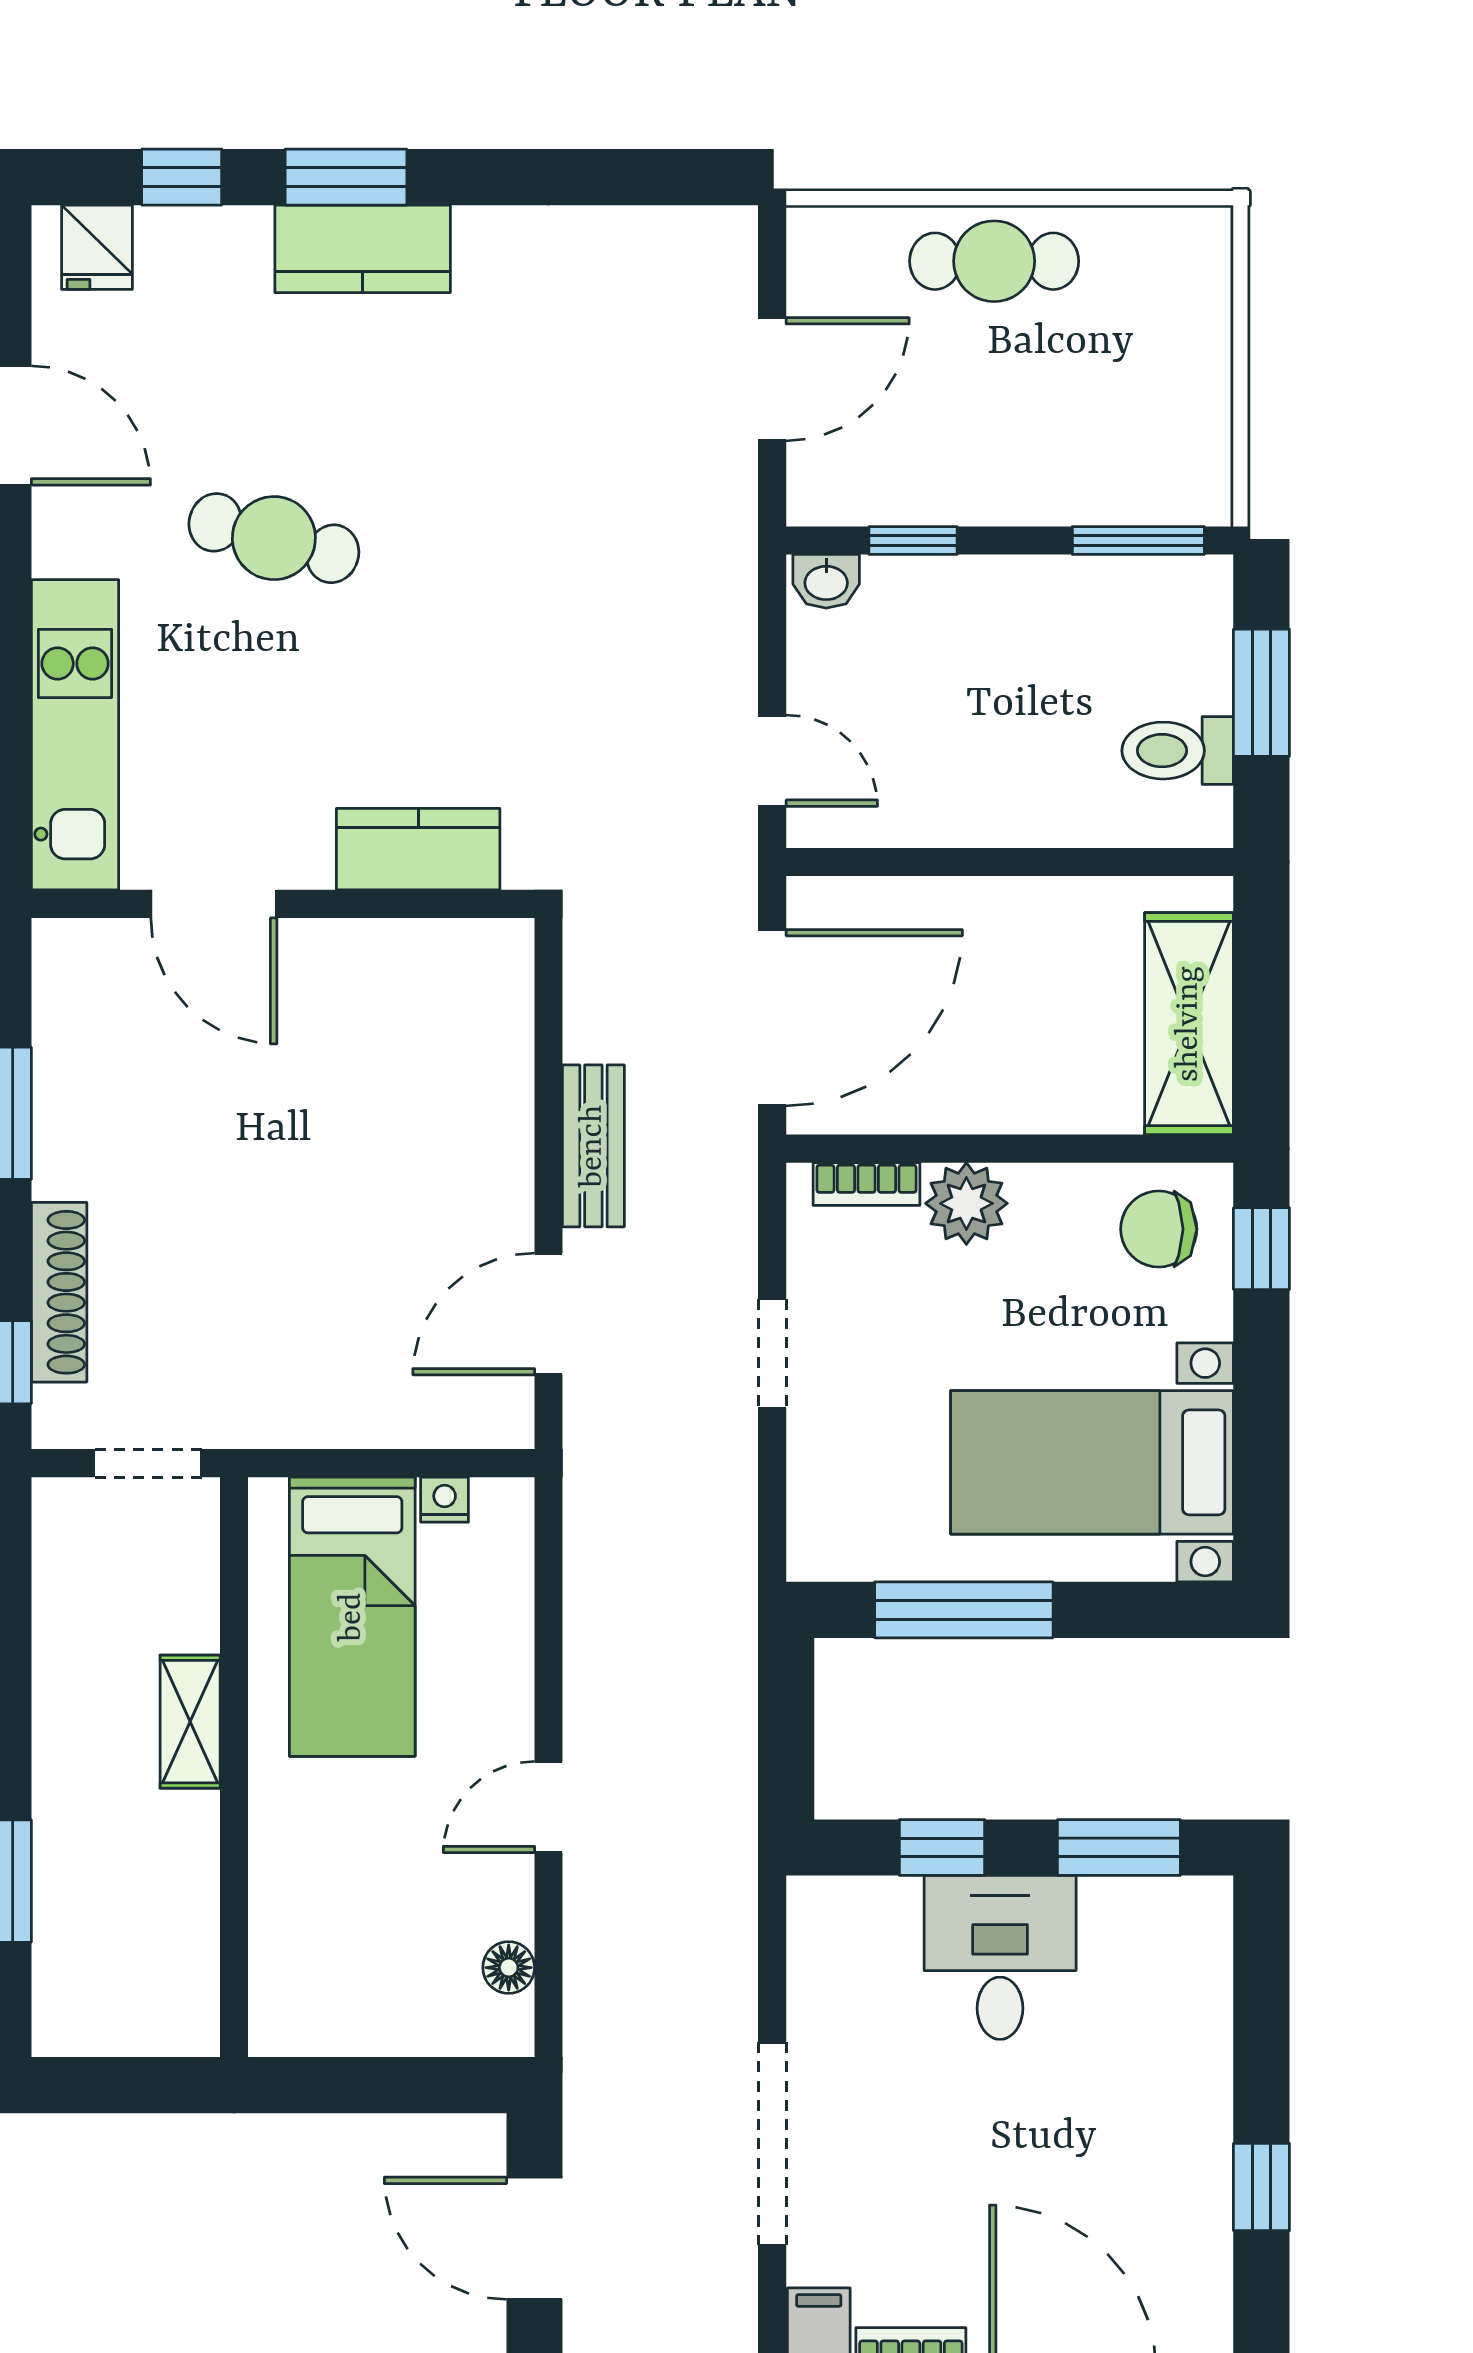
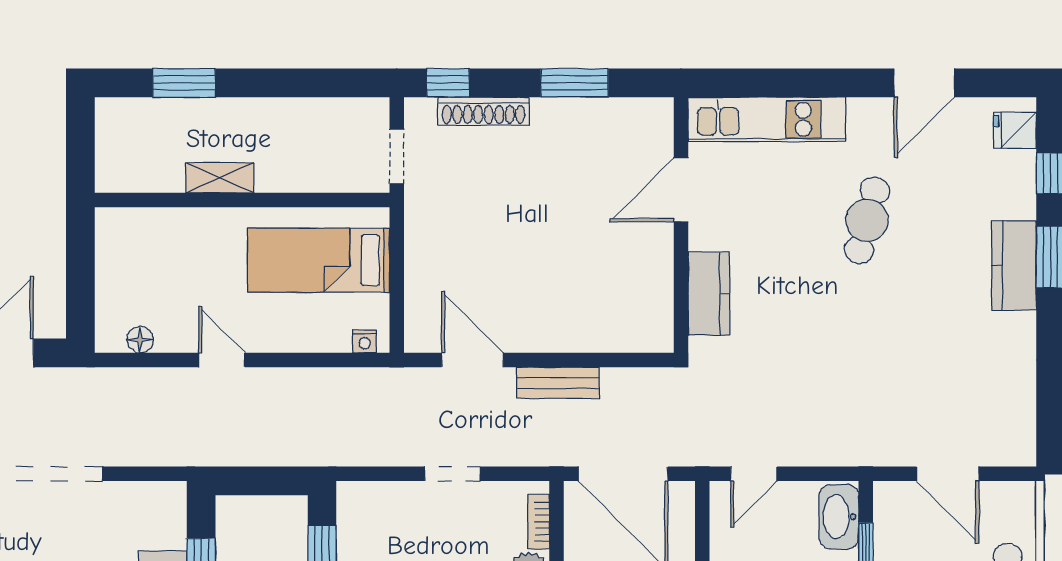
washbasin: (826, 581) -> (839, 517), width x1.91, depth x1.45
nightstand: (445, 1500) -> (365, 341), moved, turned 90
shelving: (190, 1722) -> (220, 178), moved

